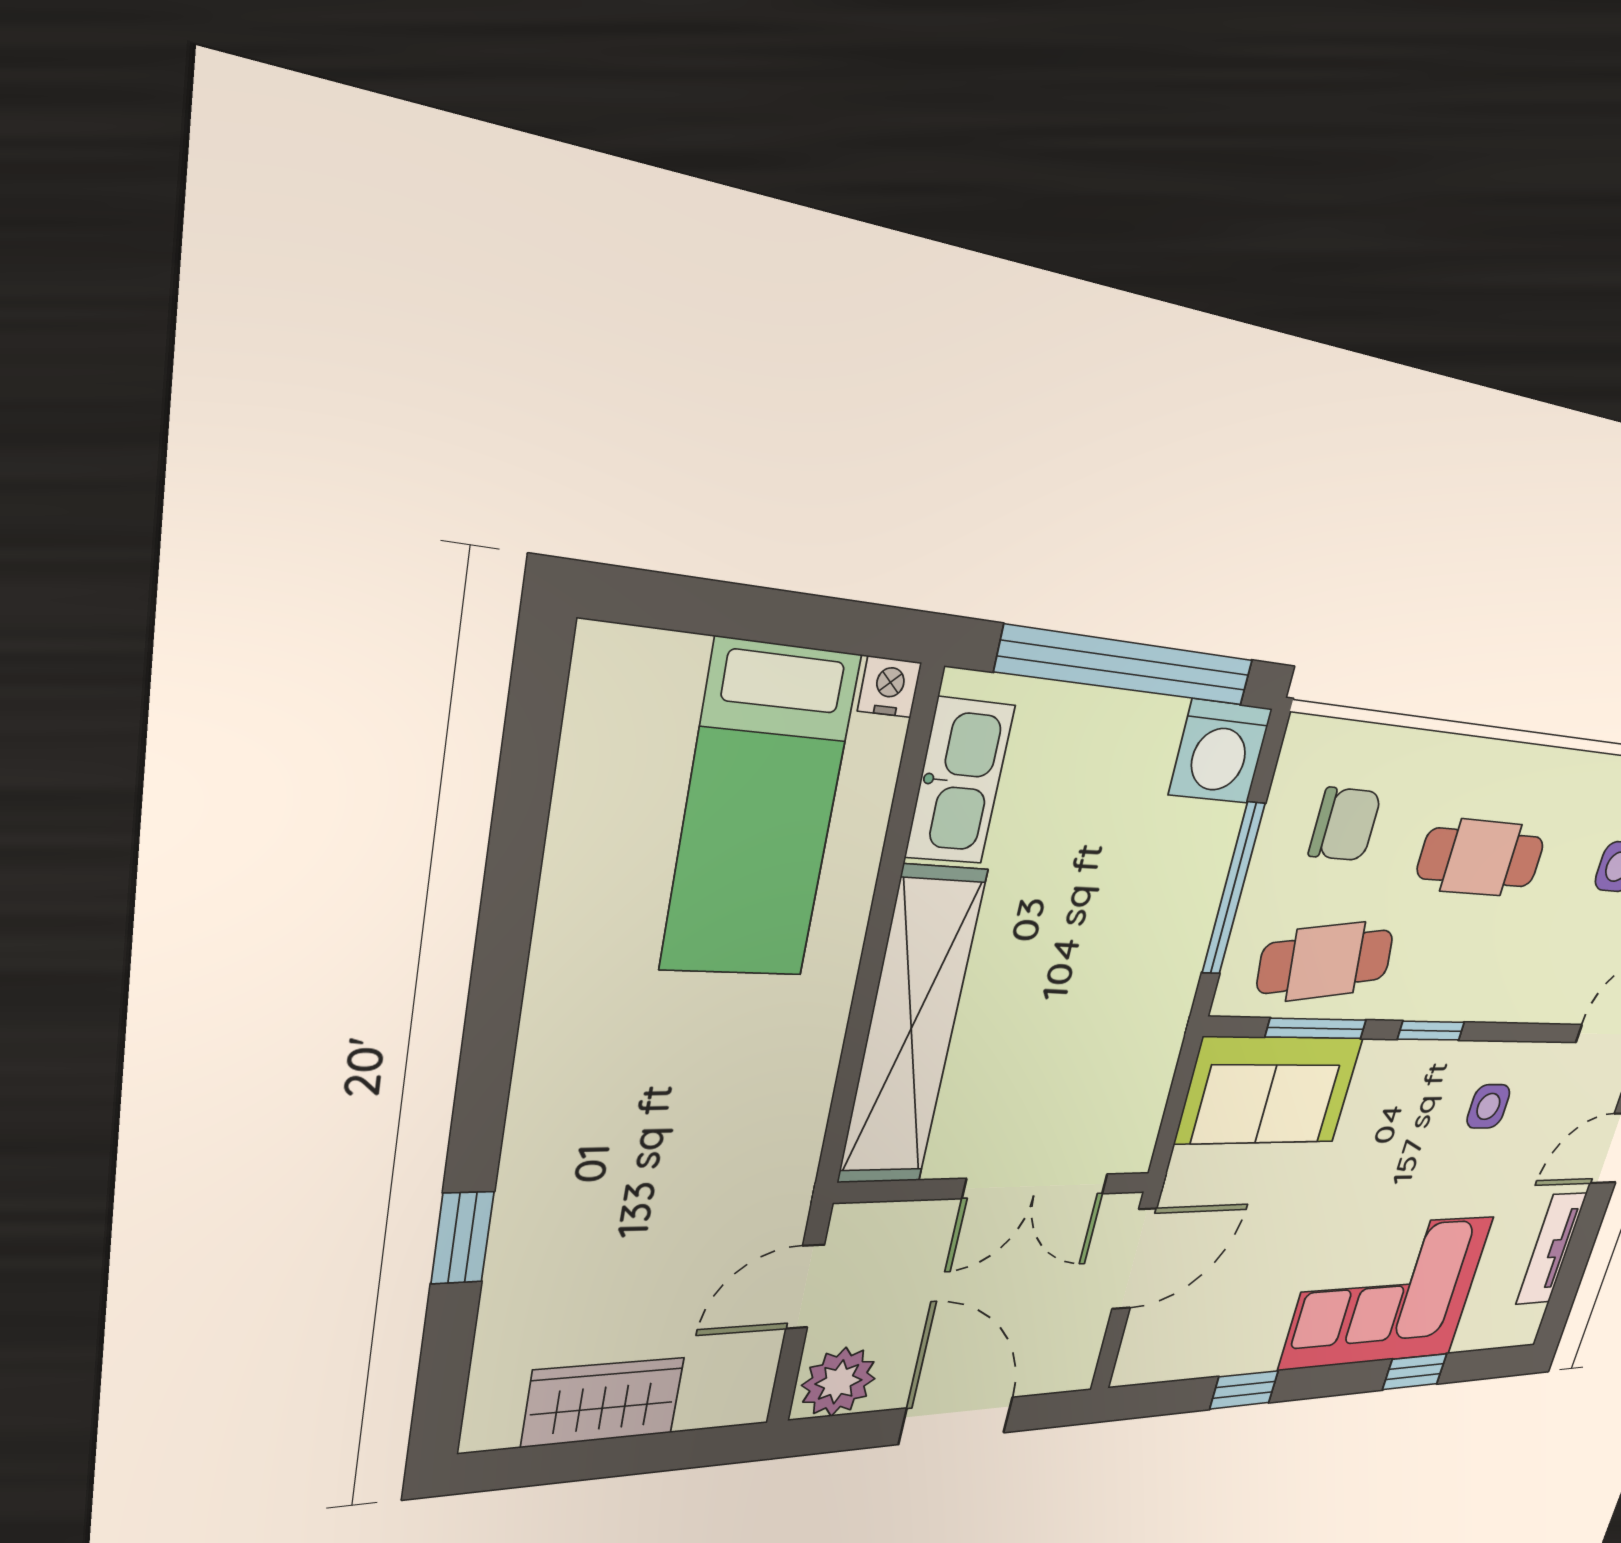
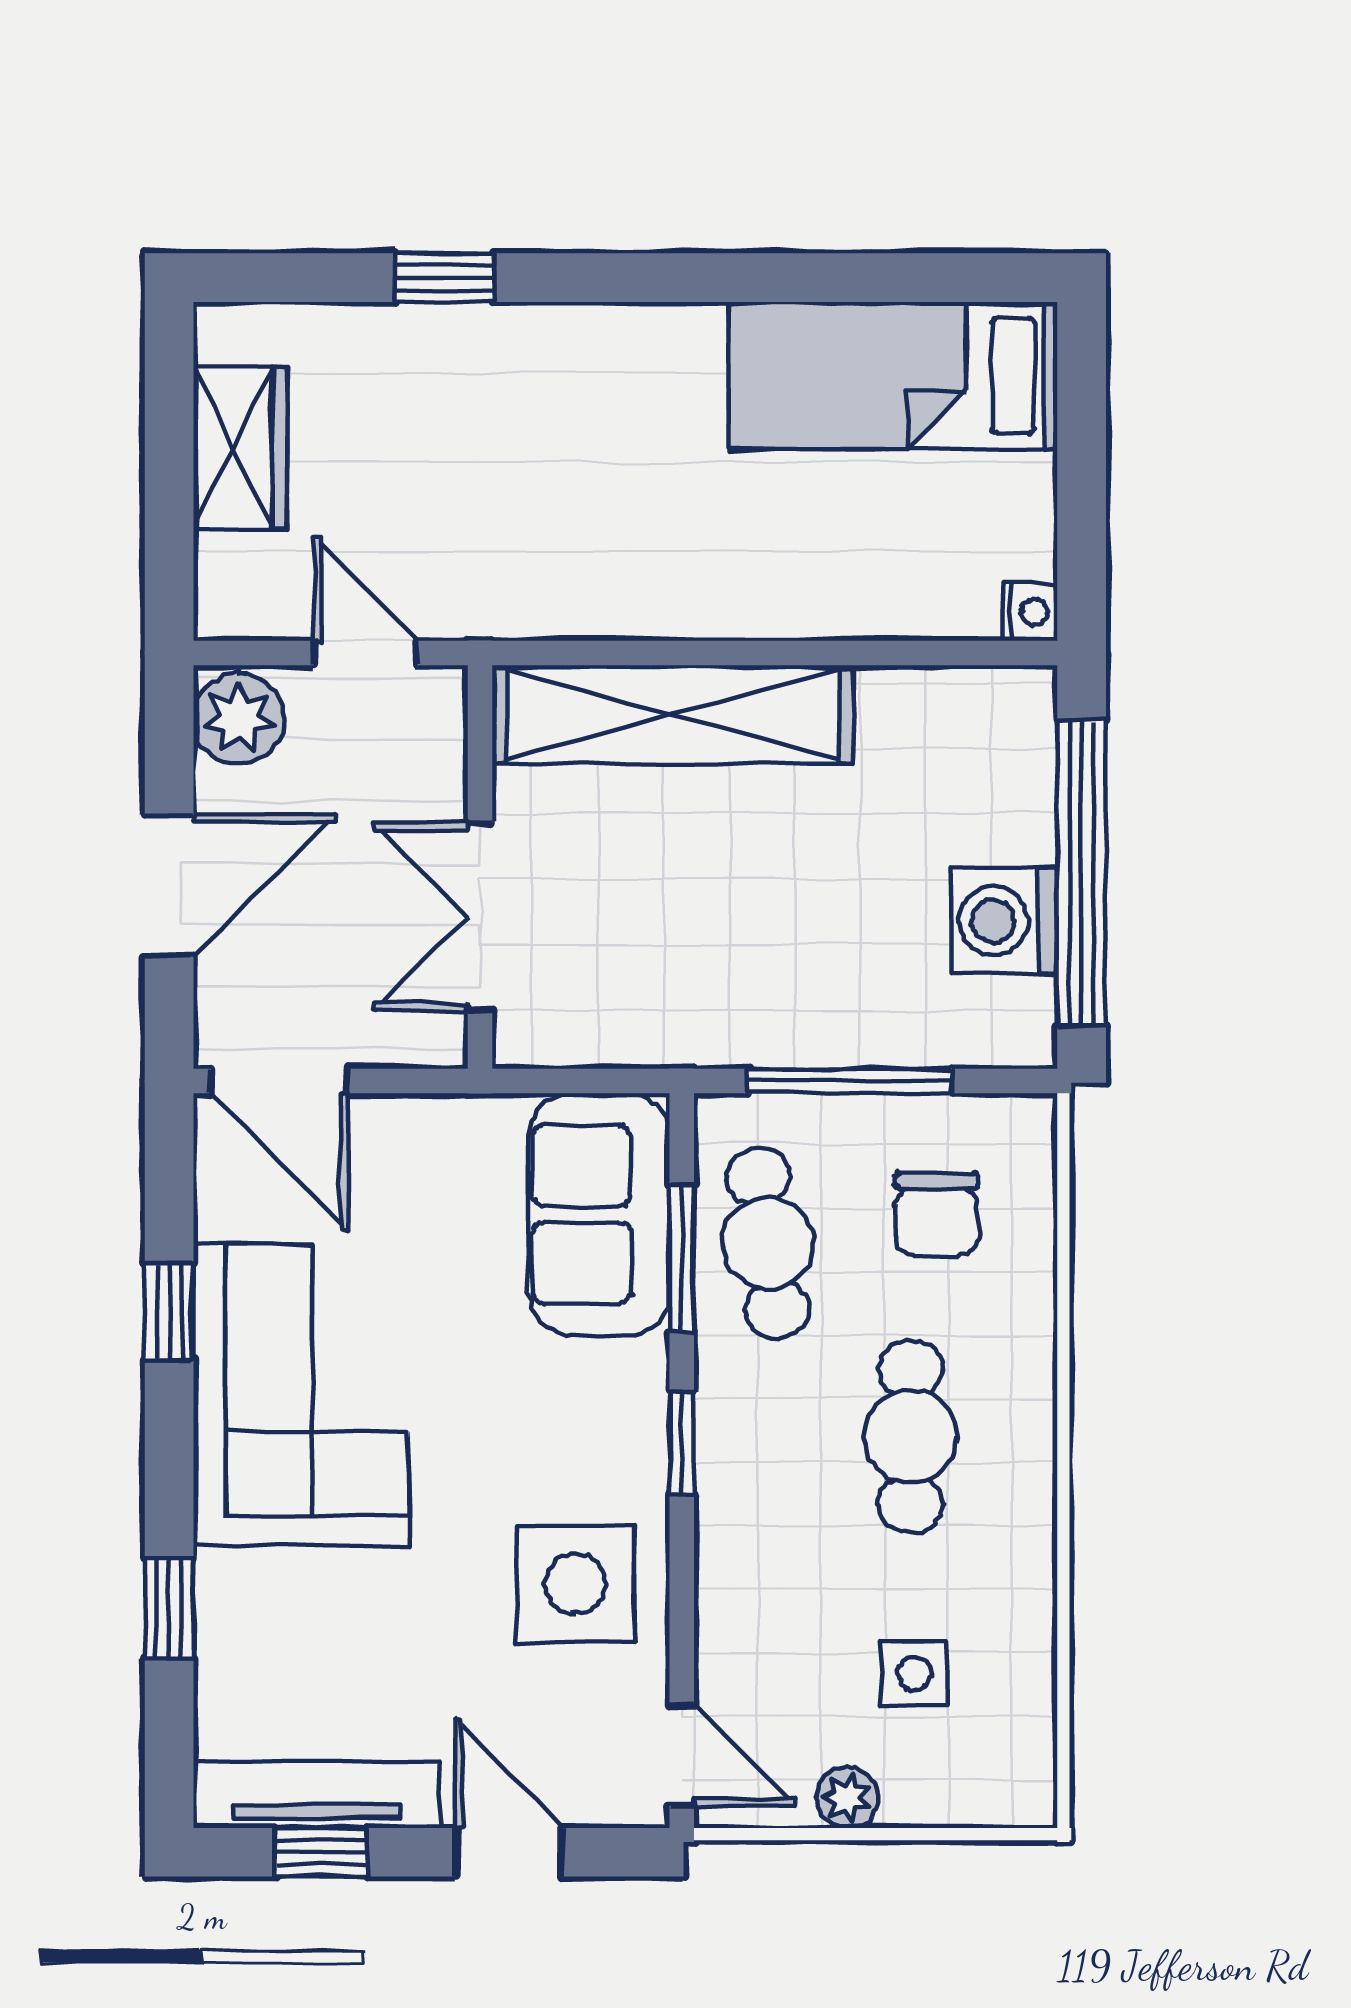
washing machine: (1220, 752) -> (1004, 921), moved
kitchen sink: (960, 781) -> (943, 709), removed
bed: (759, 813) -> (893, 376), moved
side table: (1488, 1106) -> (576, 1584), width x1.87, depth x1.87
tv unit: (1551, 1249) -> (317, 1795), width x1.41
door: (1134, 1259) -> (279, 1081), moved
window: (1573, 1267) -> (321, 1852), added
corner sofa: (1387, 1293) -> (301, 1395), moved

